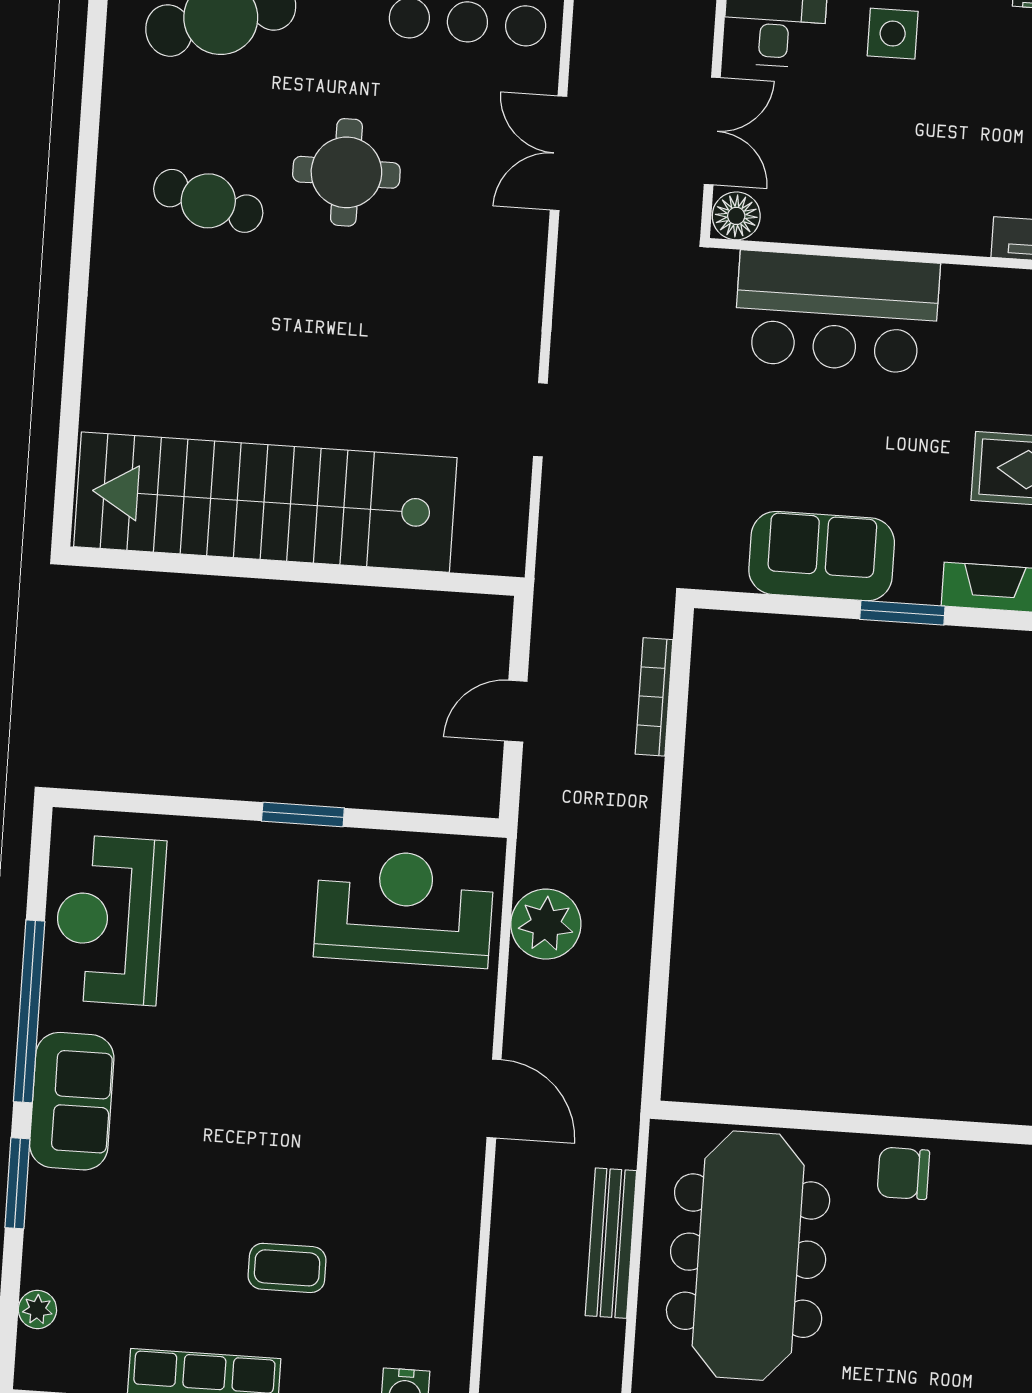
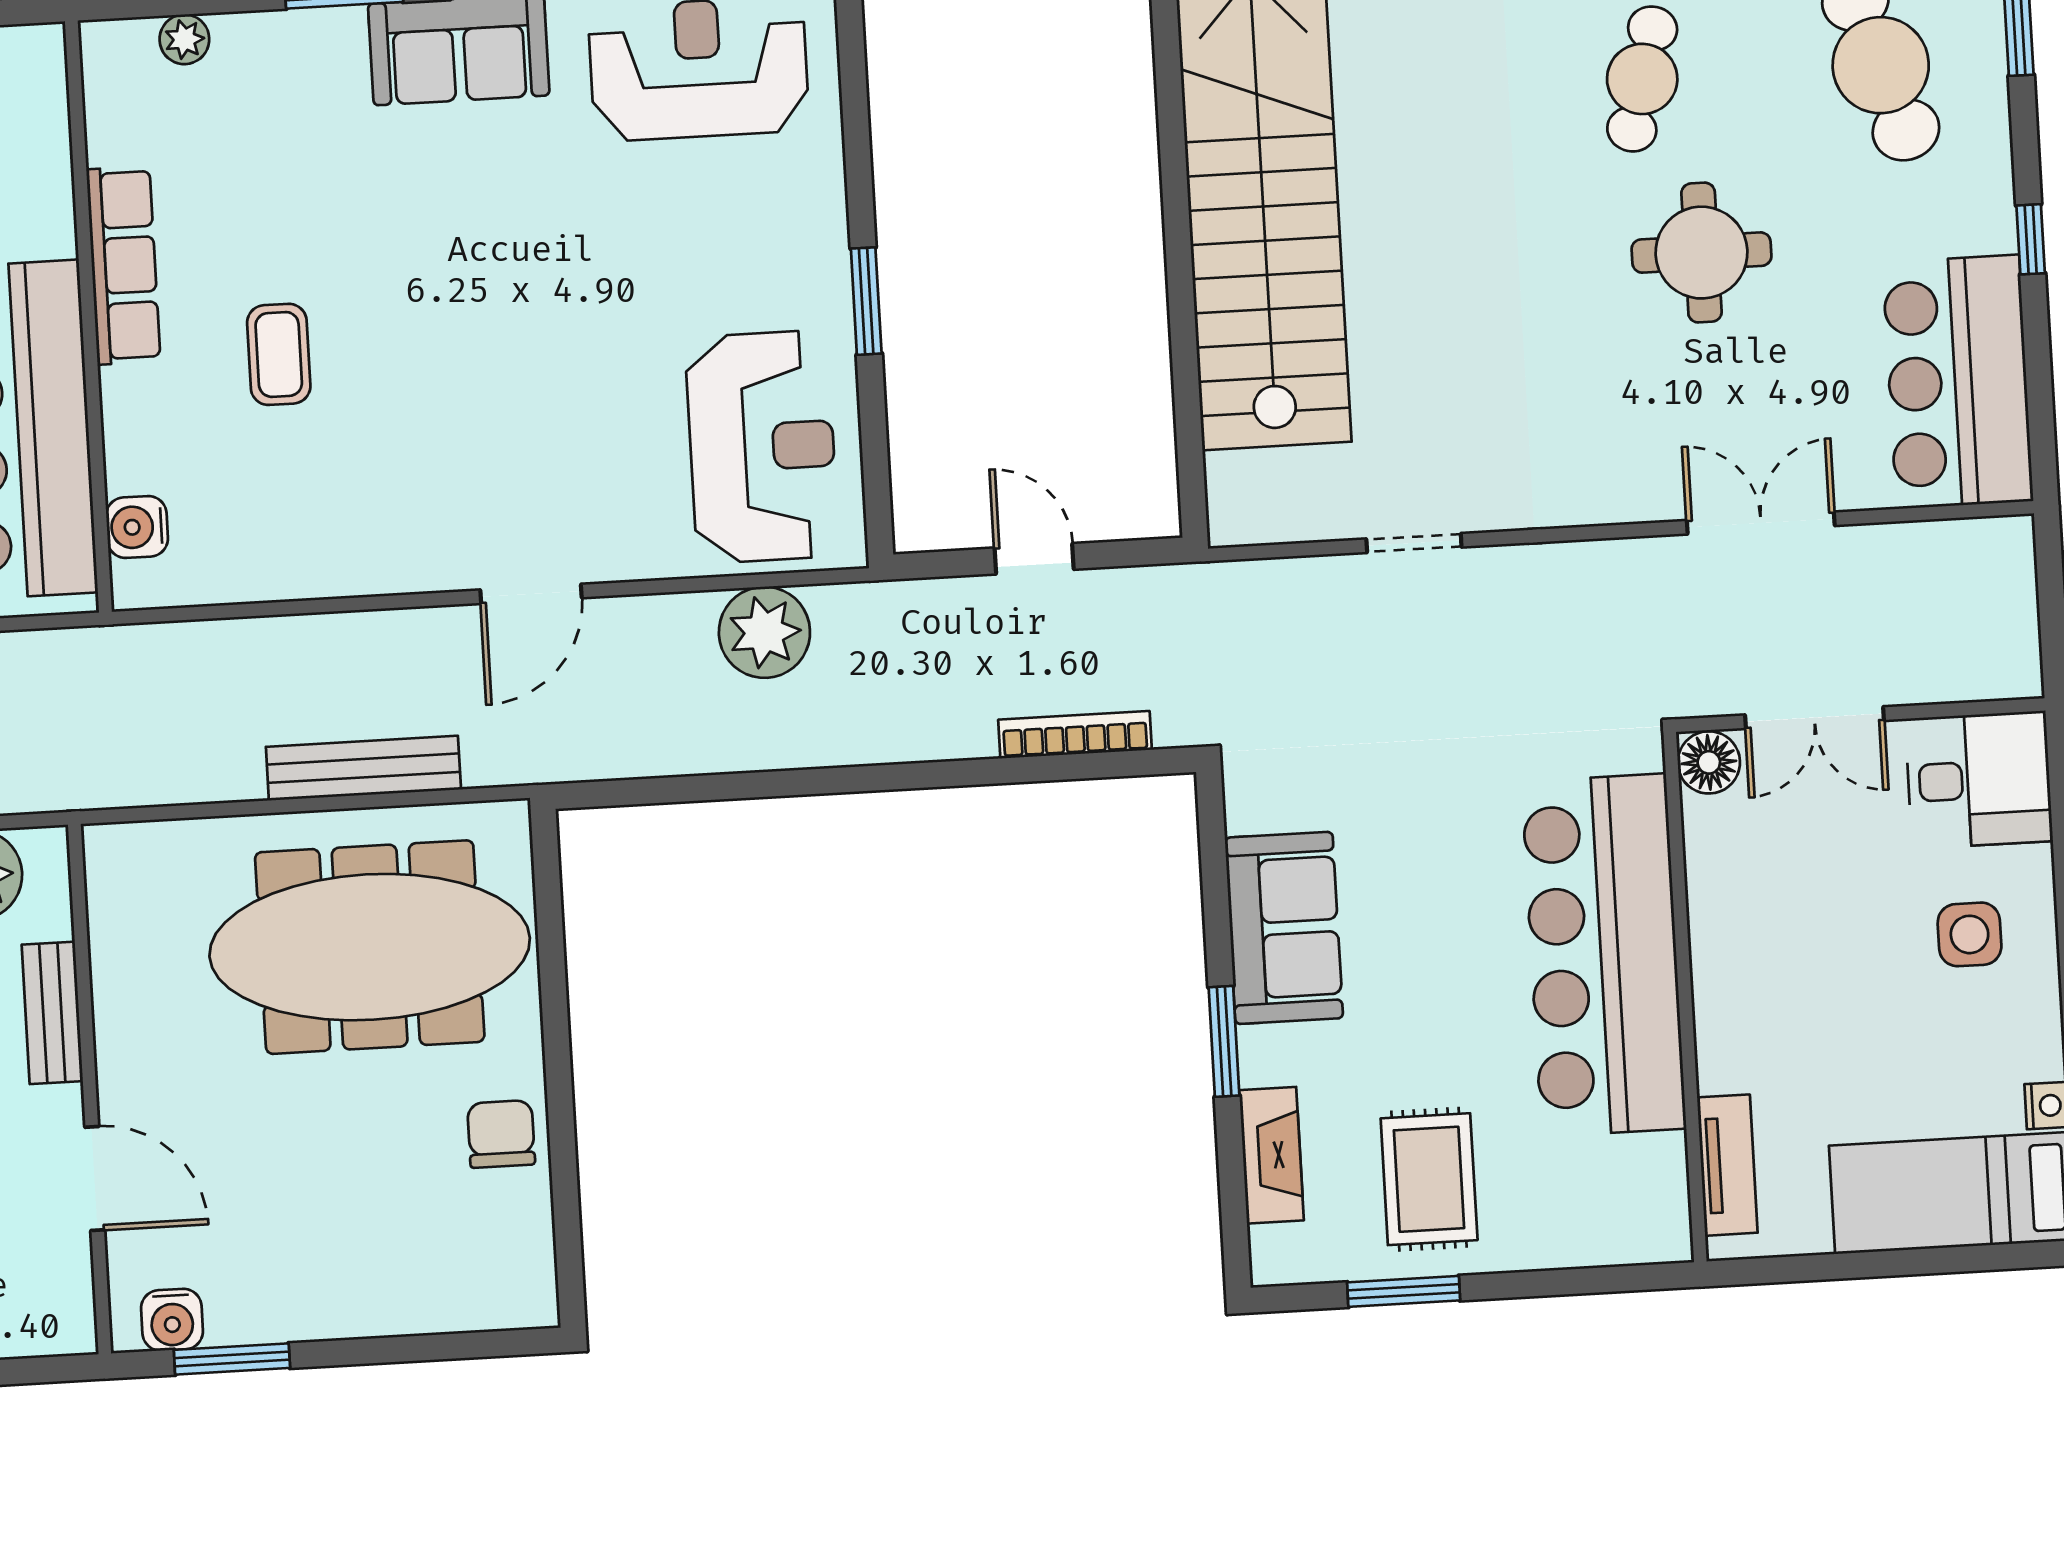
bar counter: (837, 312) -> (1604, 955), width x1.36

